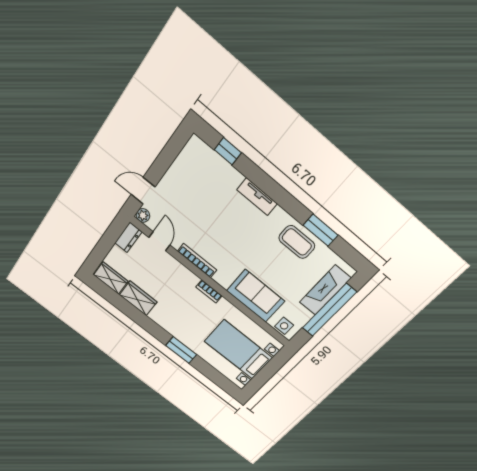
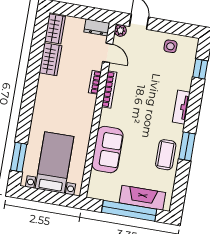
window: (321, 230) -> (187, 146), moved
door: (159, 241) -> (108, 53), hinge flipped
bookcase: (209, 291) -> (95, 82), moved
side table: (284, 326) -> (170, 46), moved
window: (181, 350) -> (19, 157), moved

